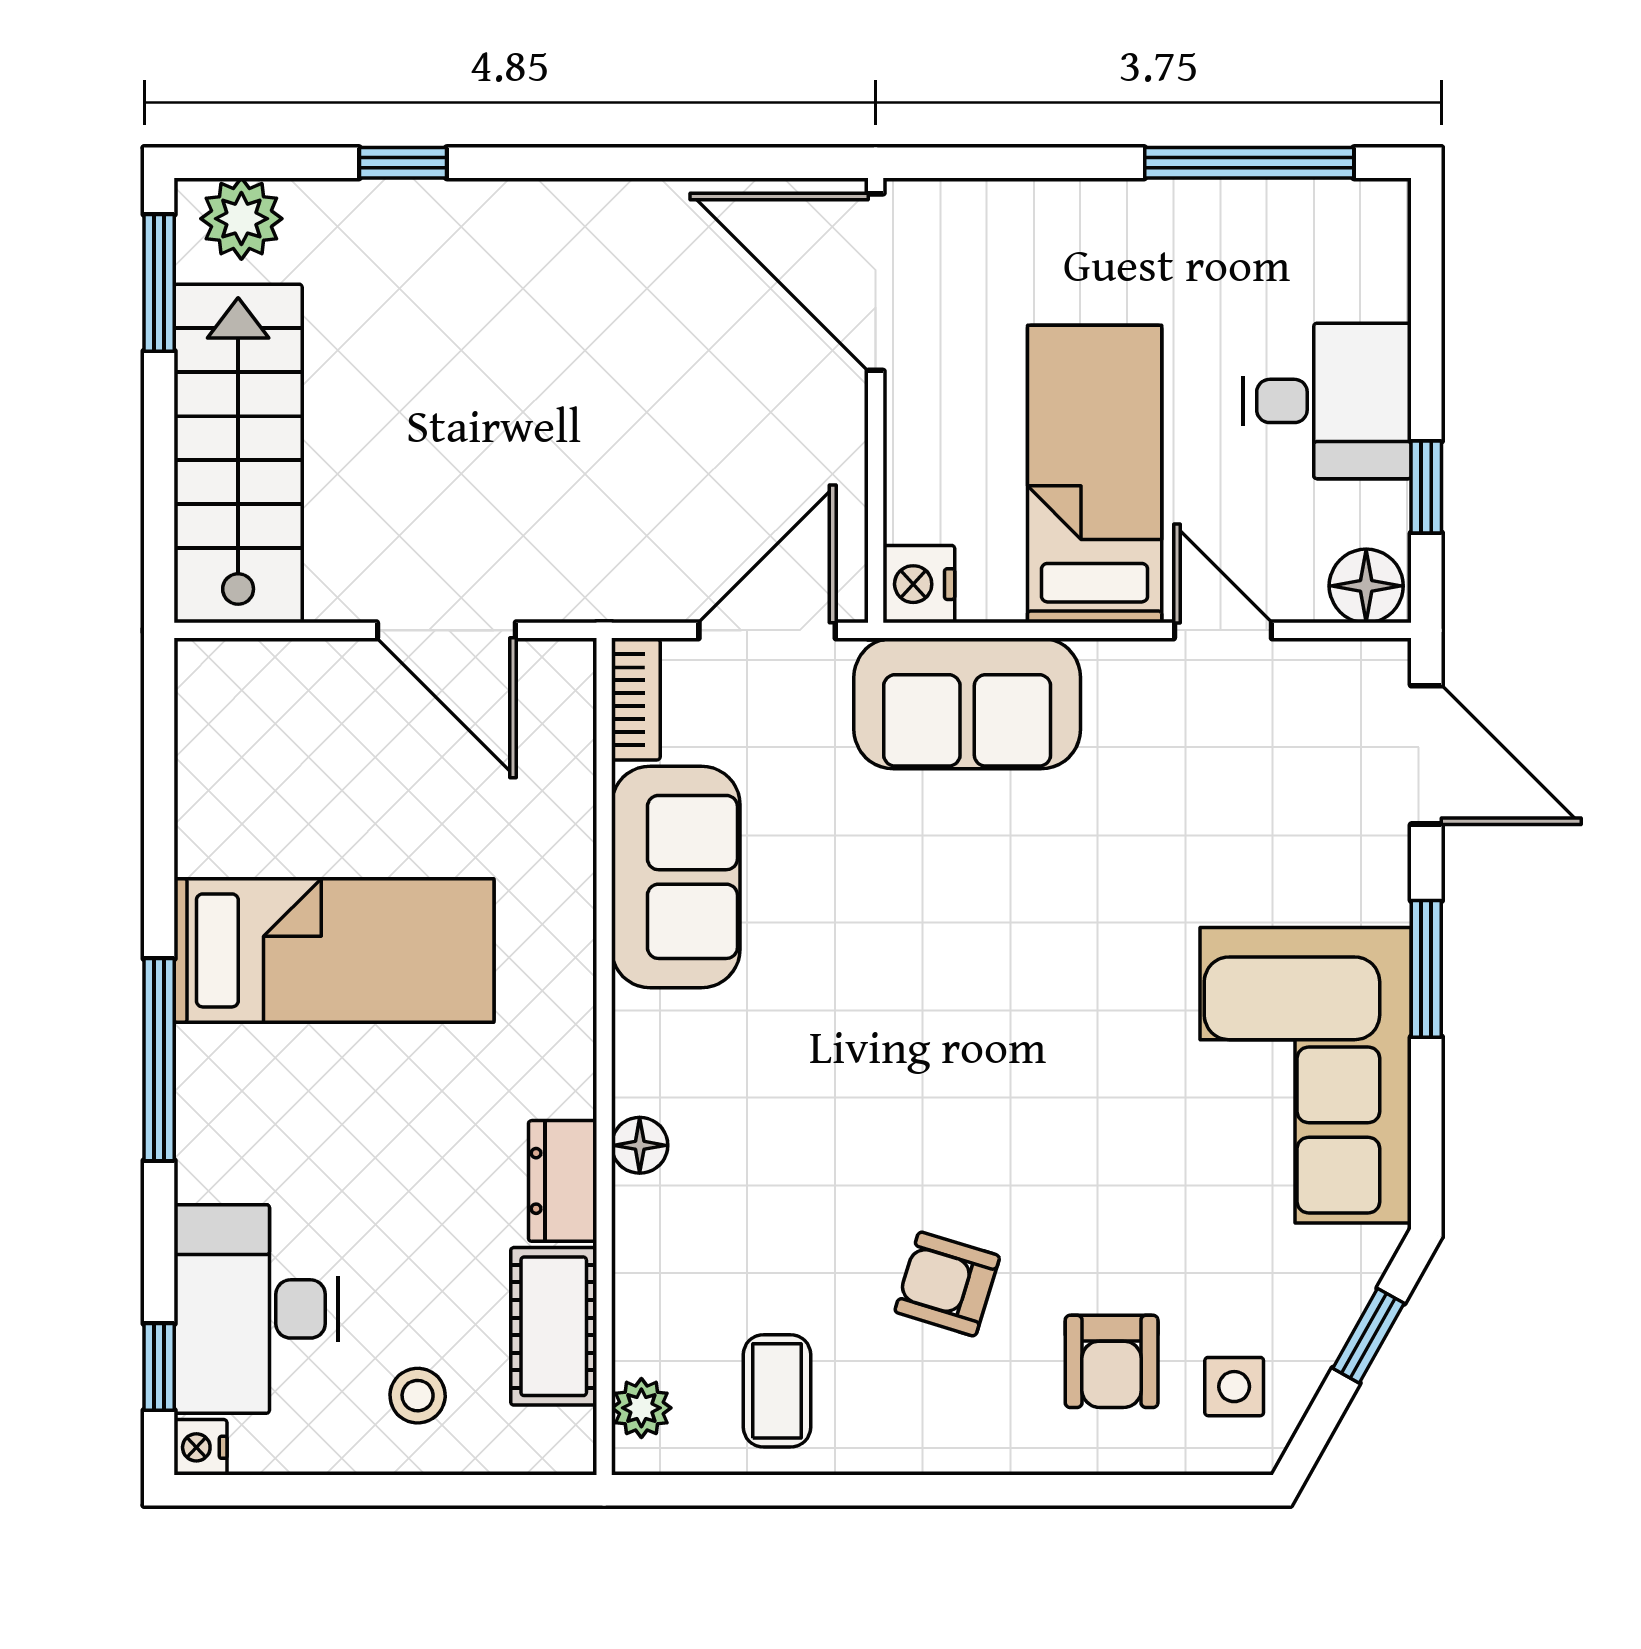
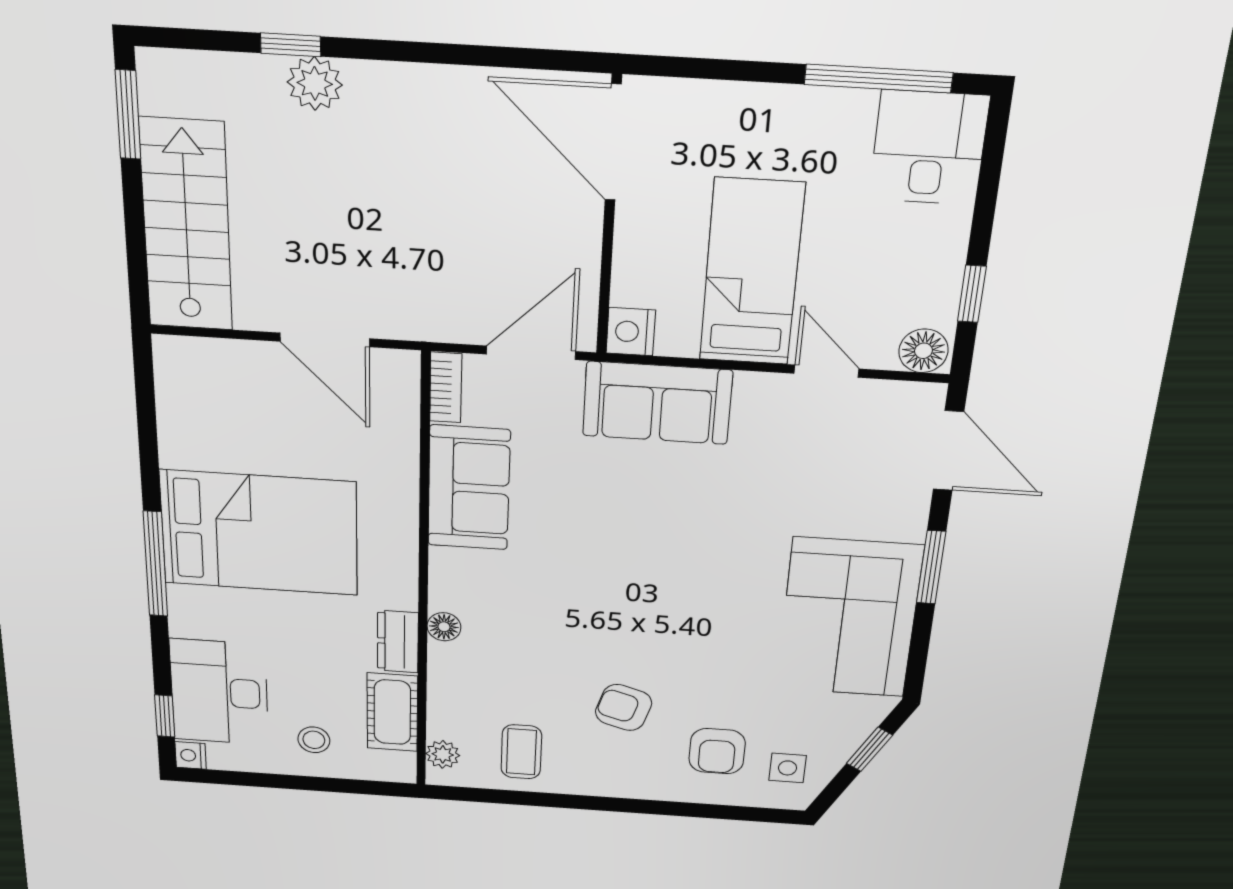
plant: (241, 219) -> (315, 83), moved
desk: (1327, 401) -> (929, 148), moved, turned -90
bed: (334, 950) -> (259, 533), width x1.50

